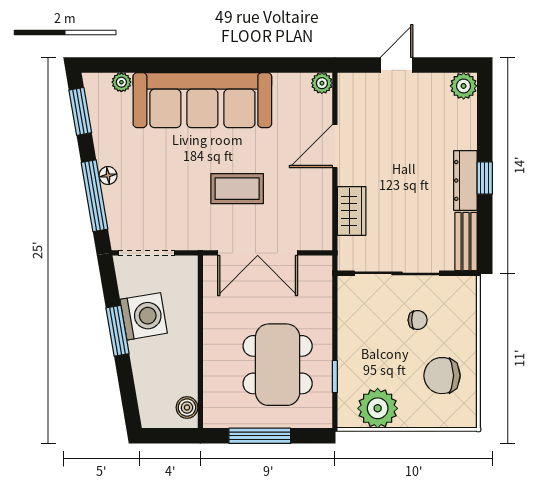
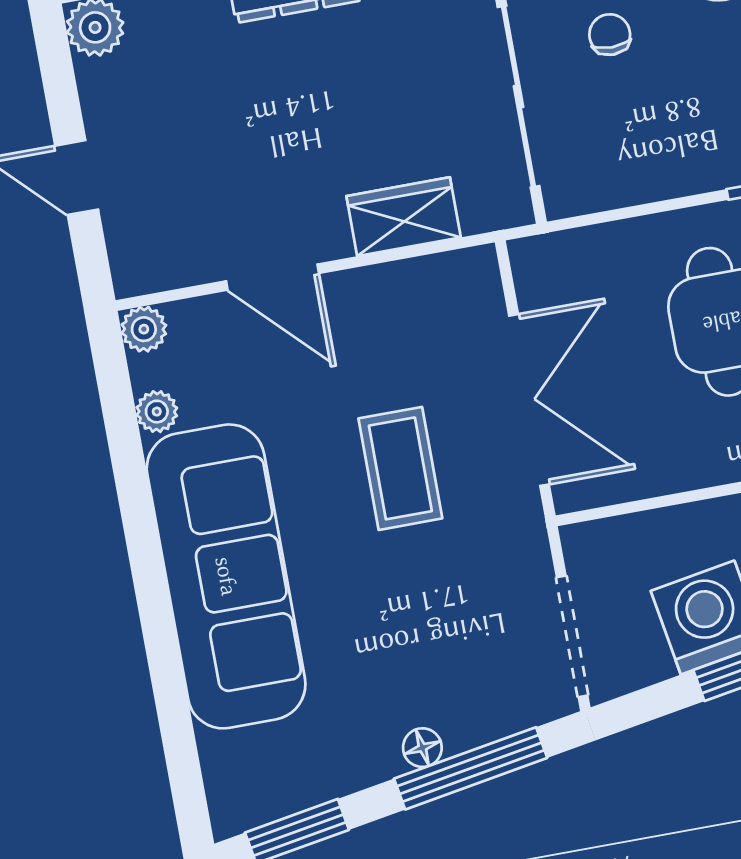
plant: (121, 82) -> (157, 412), moved

